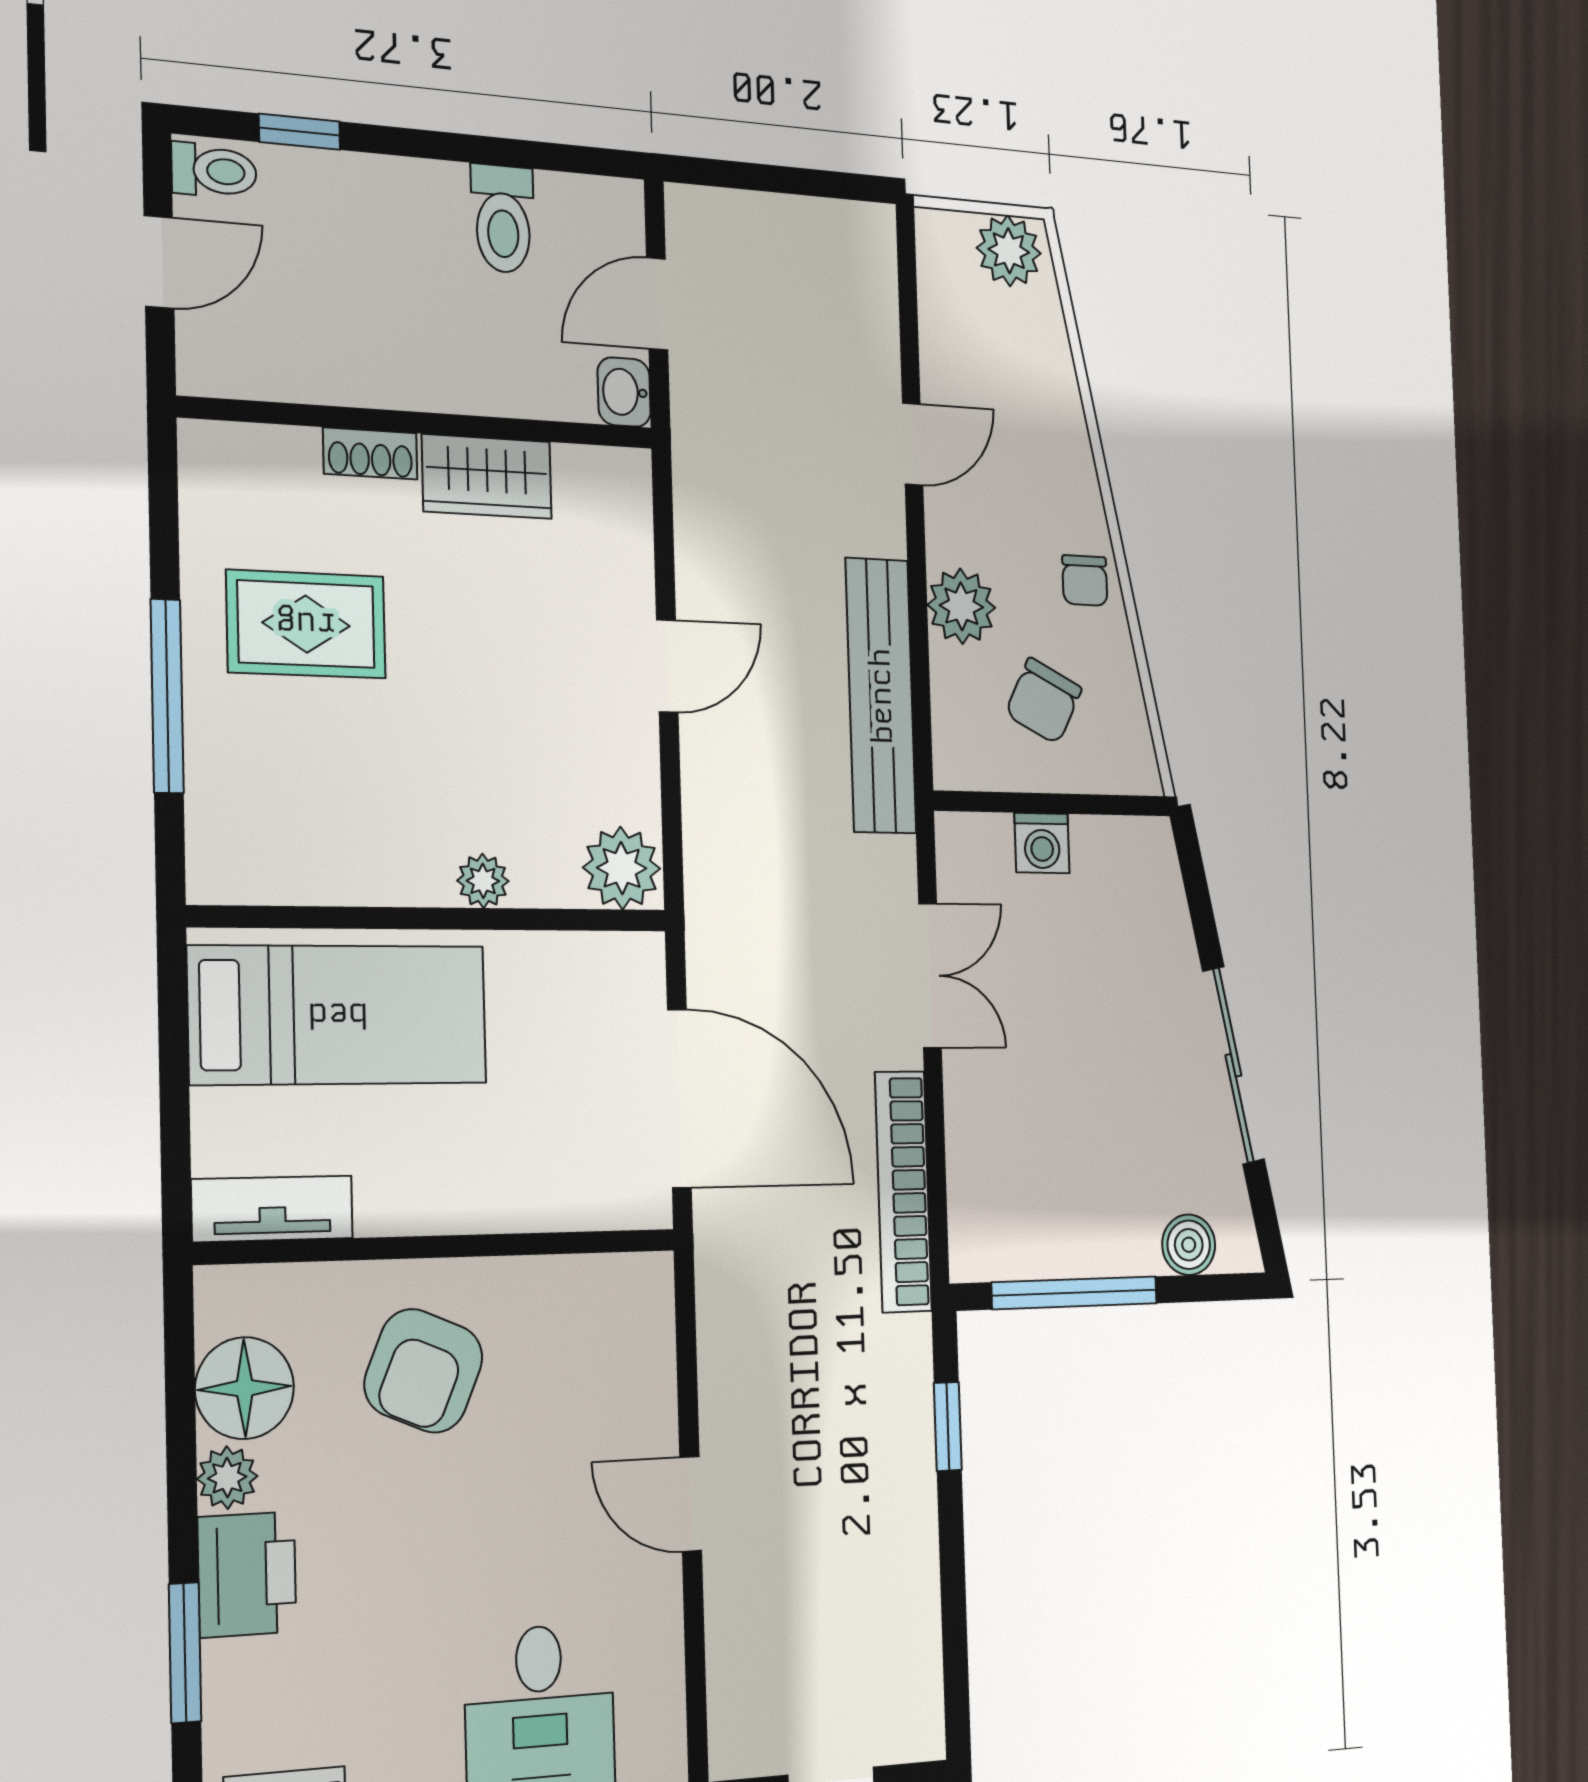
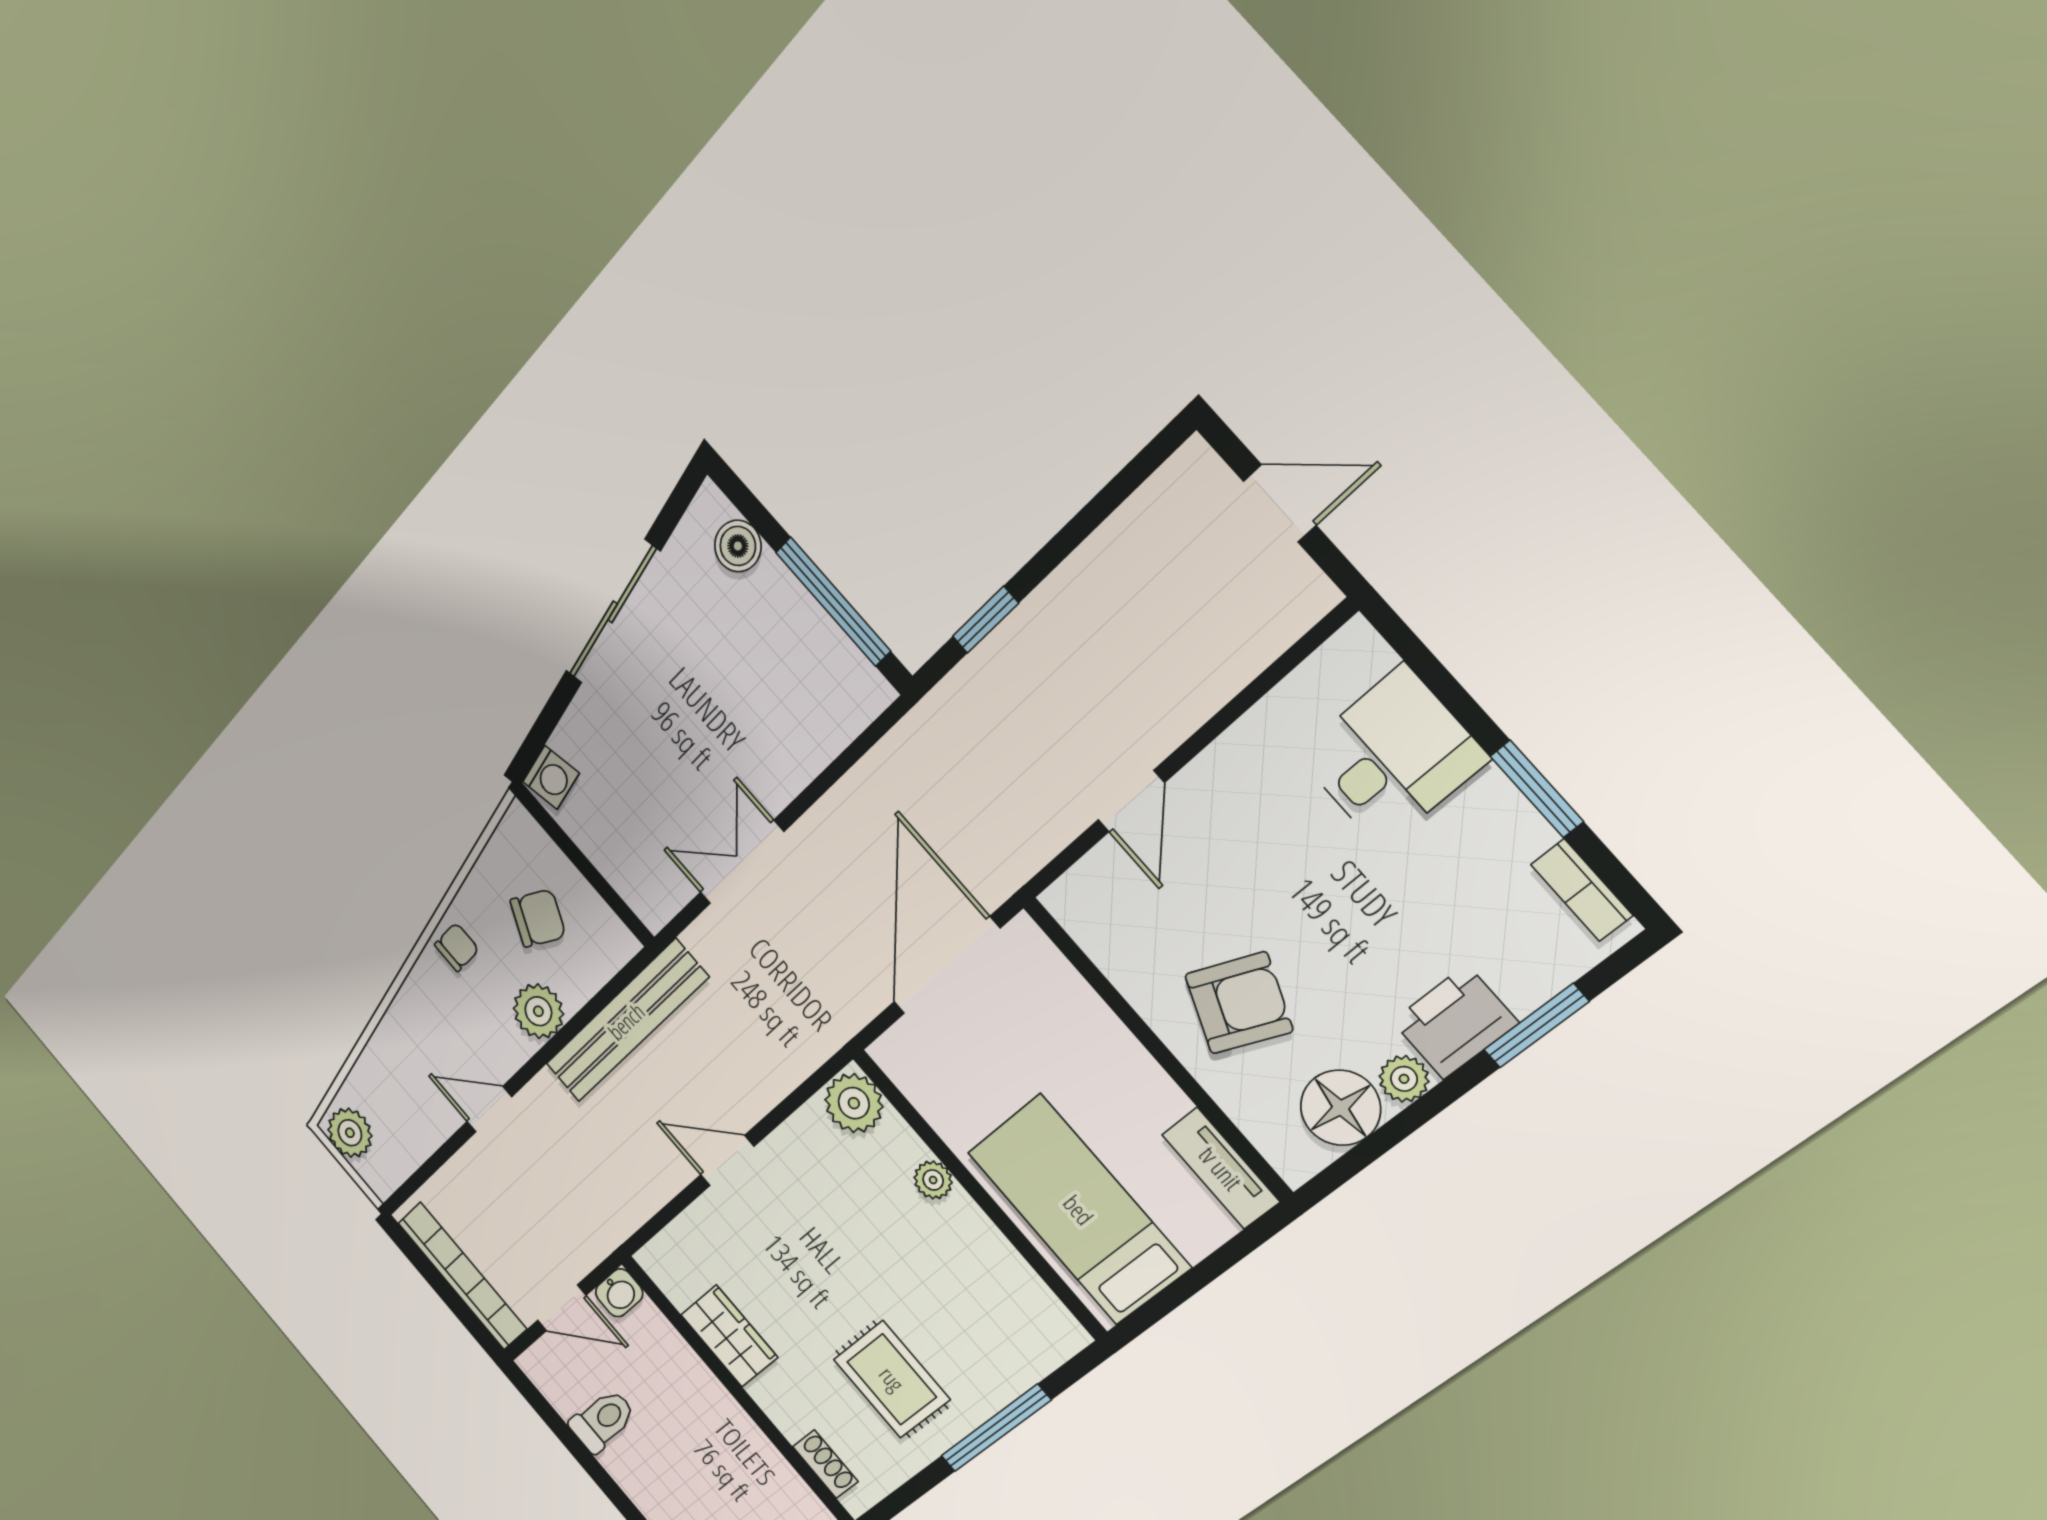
shoe rack: (370, 453) -> (825, 1464), moved
washing machine: (1042, 843) -> (551, 777), moved, turned 79
bookcase: (903, 1191) -> (462, 1276), moved, turned -90
door: (691, 1504) -> (1131, 801), moved

